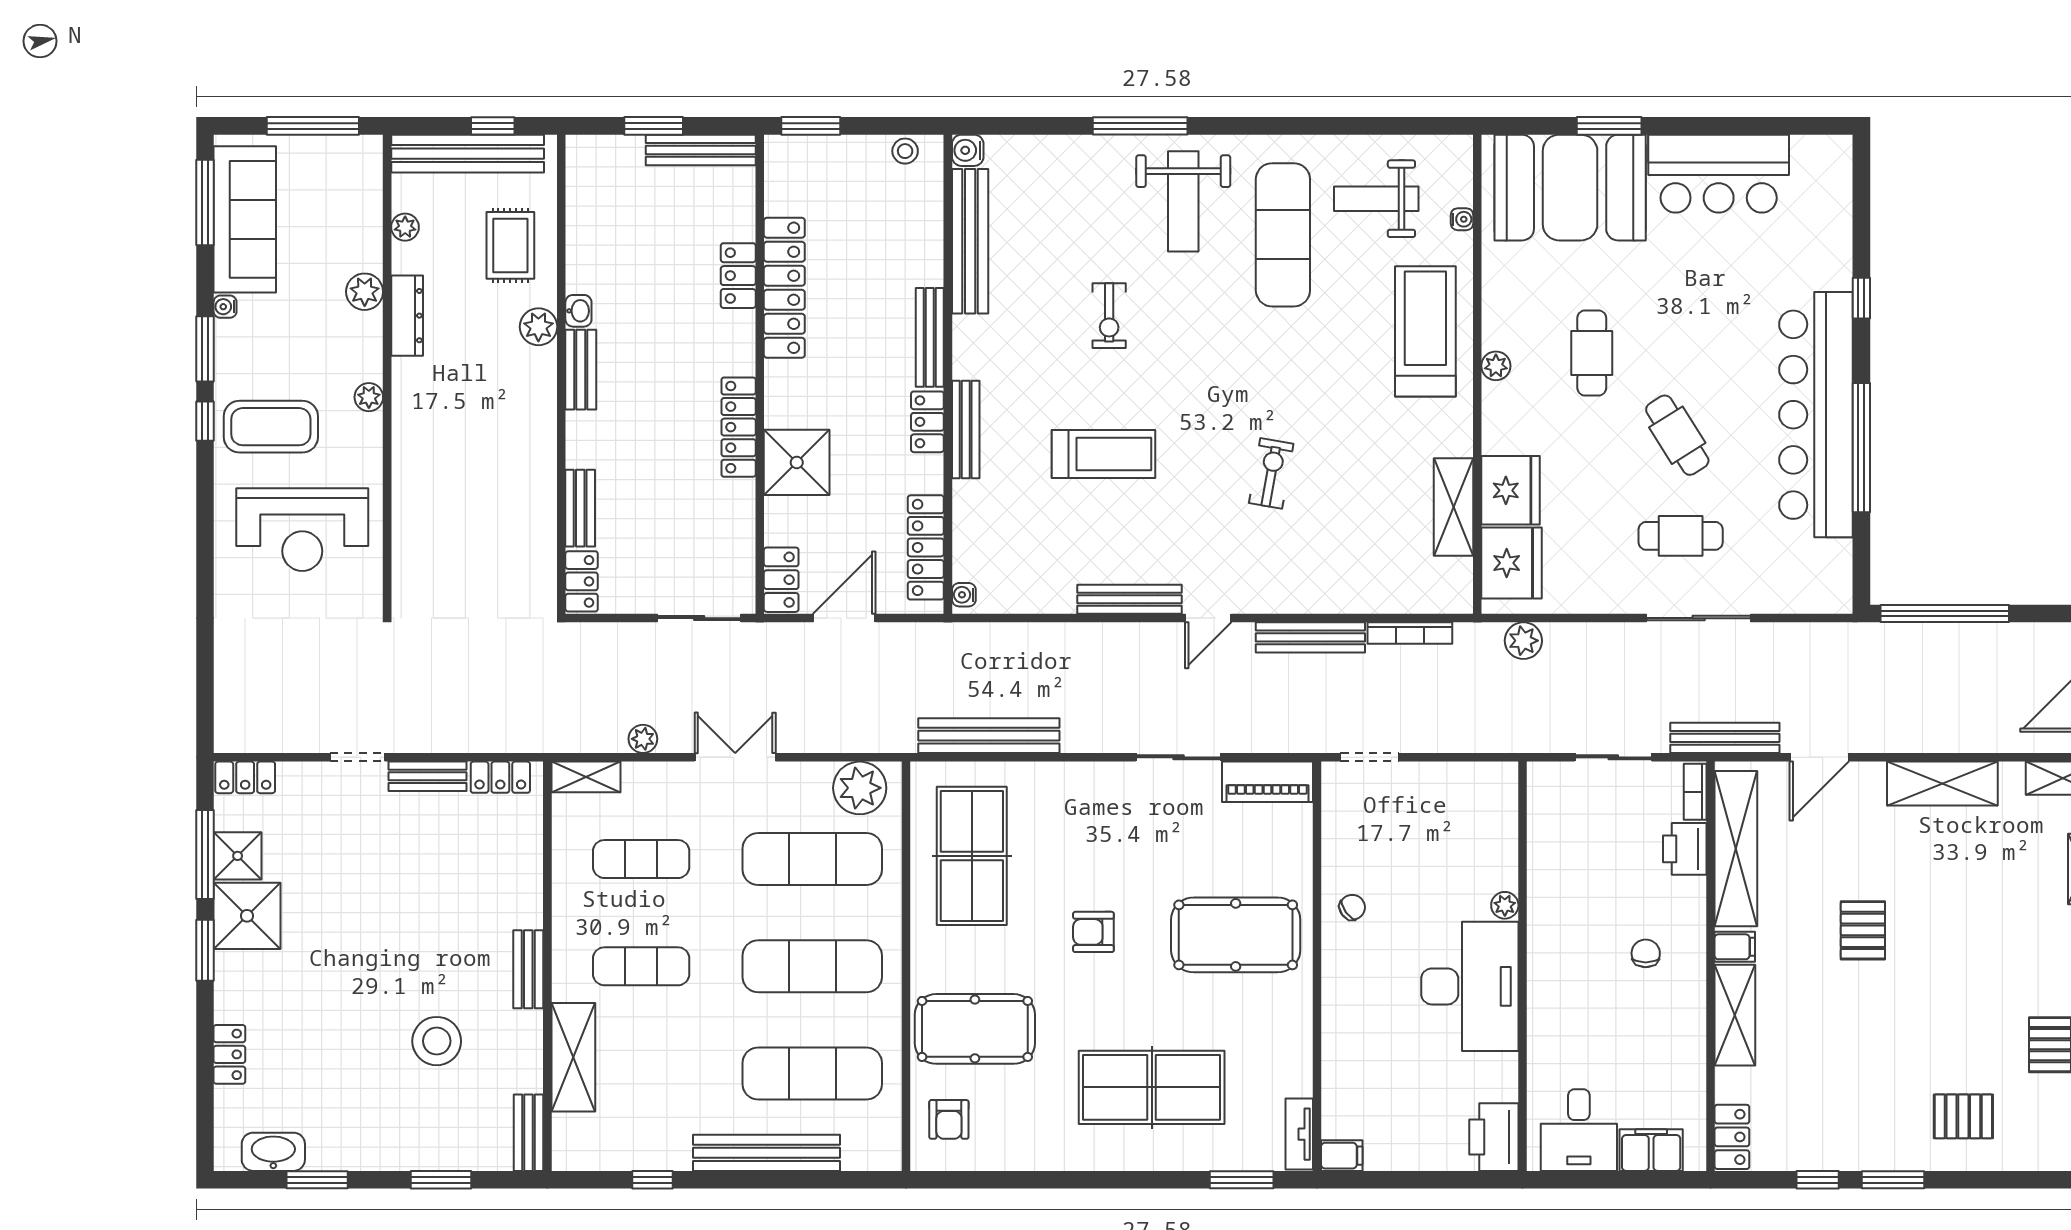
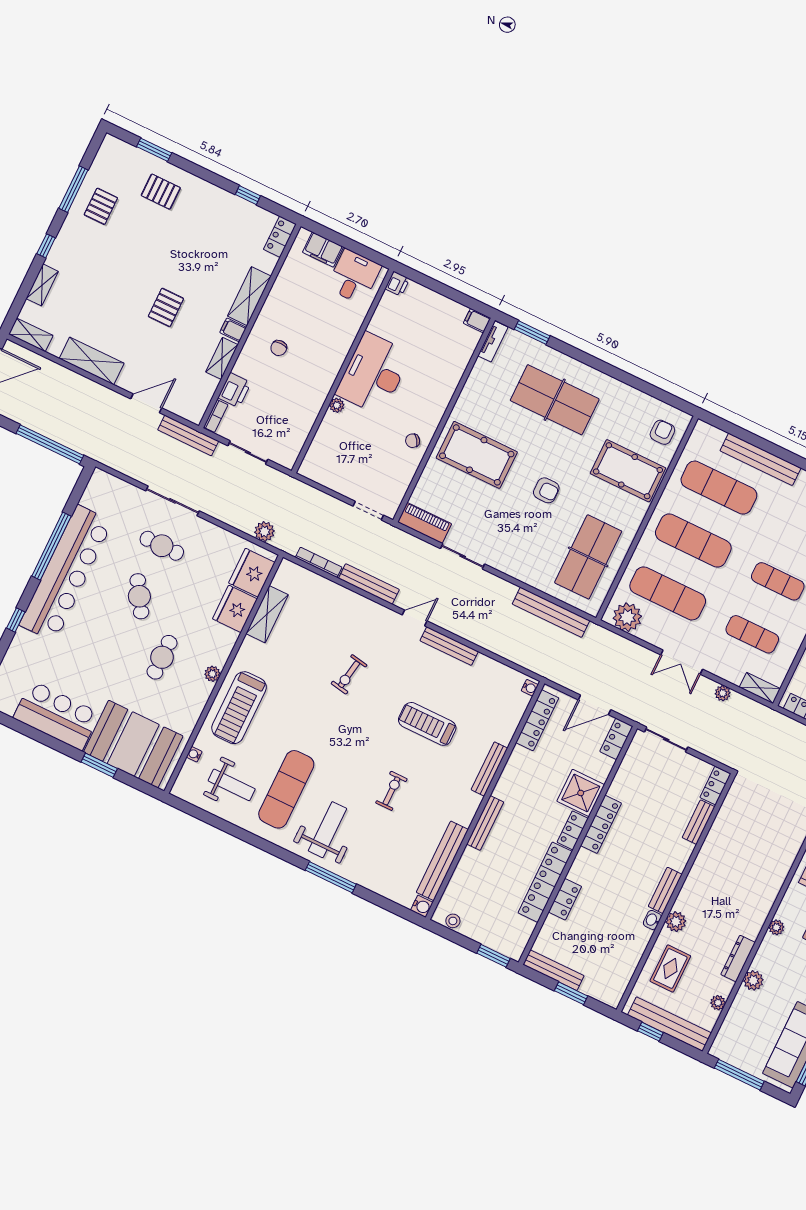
locker: (927, 422) -> (573, 830), moved, turned 180
shelving: (1736, 849) -> (222, 358), width x0.45, depth x0.75
printer: (1494, 1137) -> (397, 284), width x0.53, depth x0.68
window: (1893, 1180) -> (154, 150), moved

